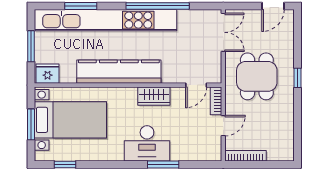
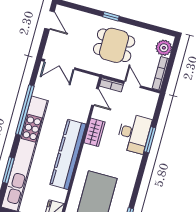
double door: (223, 32) -> (60, 65), swing flipped
dining table: (257, 76) -> (114, 45), moved
desk: (147, 143) -> (134, 133), moved
plant: (277, 151) -> (164, 48), added

